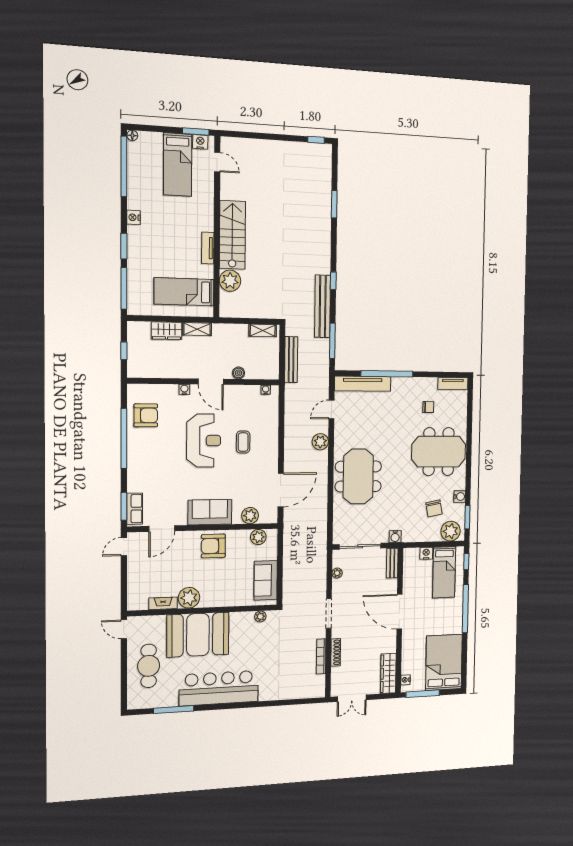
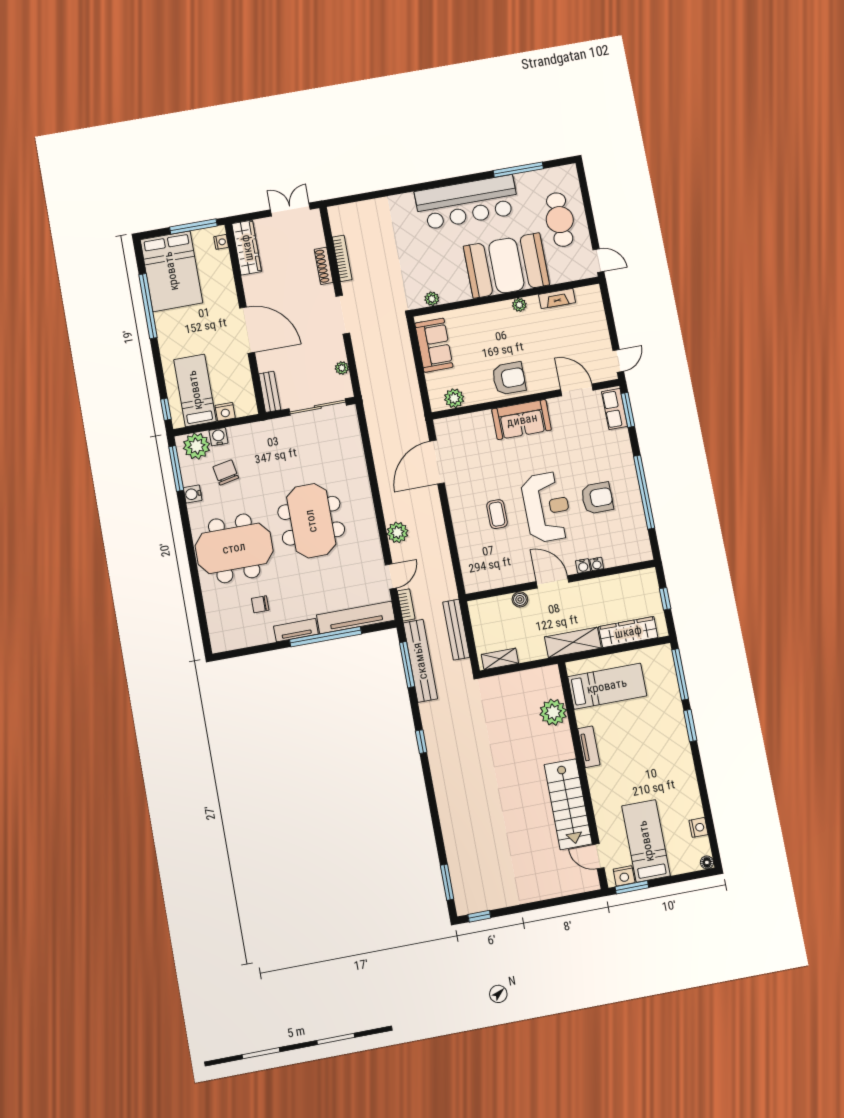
window: (124, 166) -> (709, 822), removed
window: (334, 204) -> (447, 882), moved
nightstand: (134, 217) -> (698, 827), moved
stairs: (232, 235) -> (568, 804), moved
bench: (323, 306) -> (420, 661), moved
shelving: (197, 329) -> (573, 642), width x1.50, depth x1.33
wardrobe: (166, 331) -> (628, 632), width x1.50
tv unit: (453, 384) -> (296, 630), moved
bookcase: (324, 386) -> (406, 605), added
water cooler: (266, 390) -> (597, 564), moved
armchair: (146, 415) -> (597, 498), moved, turned 180
reception desk: (204, 441) -> (547, 507), turned 180
meeting table: (358, 476) -> (311, 521), moved
plant: (250, 516) -> (470, 423), removed
window: (467, 517) -> (176, 468), width x1.44
door: (162, 529) -> (577, 390), hinge flipped
water cooler: (395, 537) -> (219, 437), moved
plant: (189, 598) -> (519, 305), width x0.53, depth x0.53
window: (465, 609) -> (148, 306), moved

